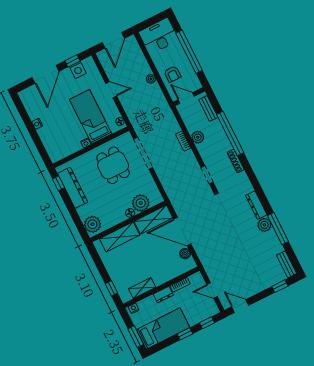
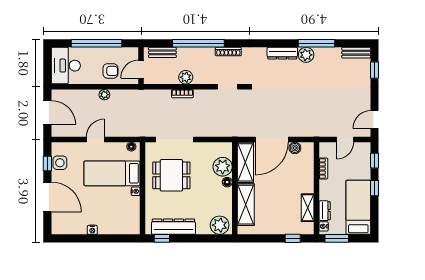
dresser: (163, 295) -> (325, 211), moved
window: (136, 337) -> (337, 238), moved

